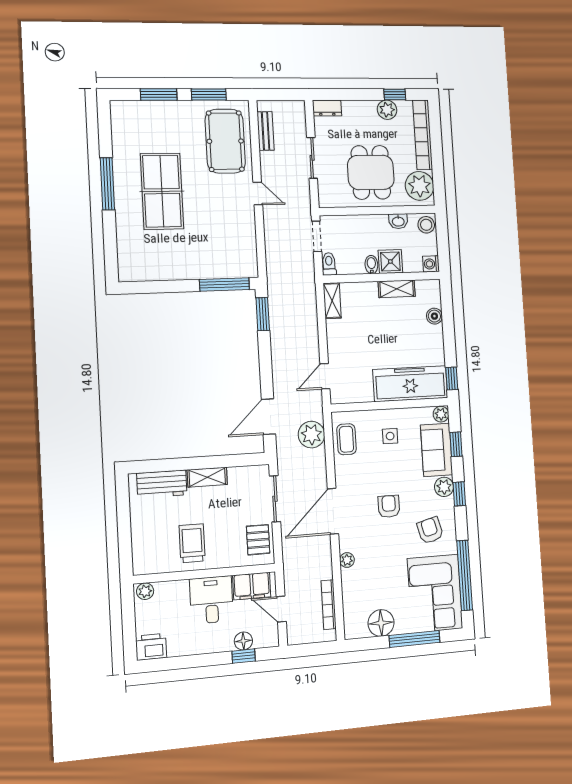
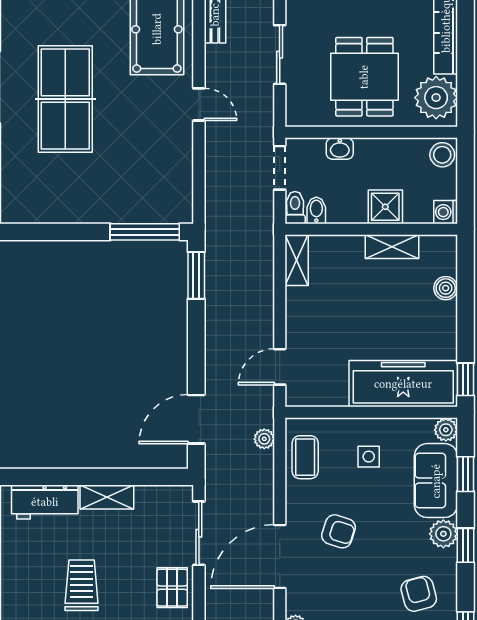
washbasin: (398, 221) -> (340, 149), moved
bidet: (371, 265) -> (316, 210), moved
plant: (311, 435) -> (264, 439), width x0.53, depth x0.53
armchair: (389, 506) -> (339, 531), moved, turned 108

